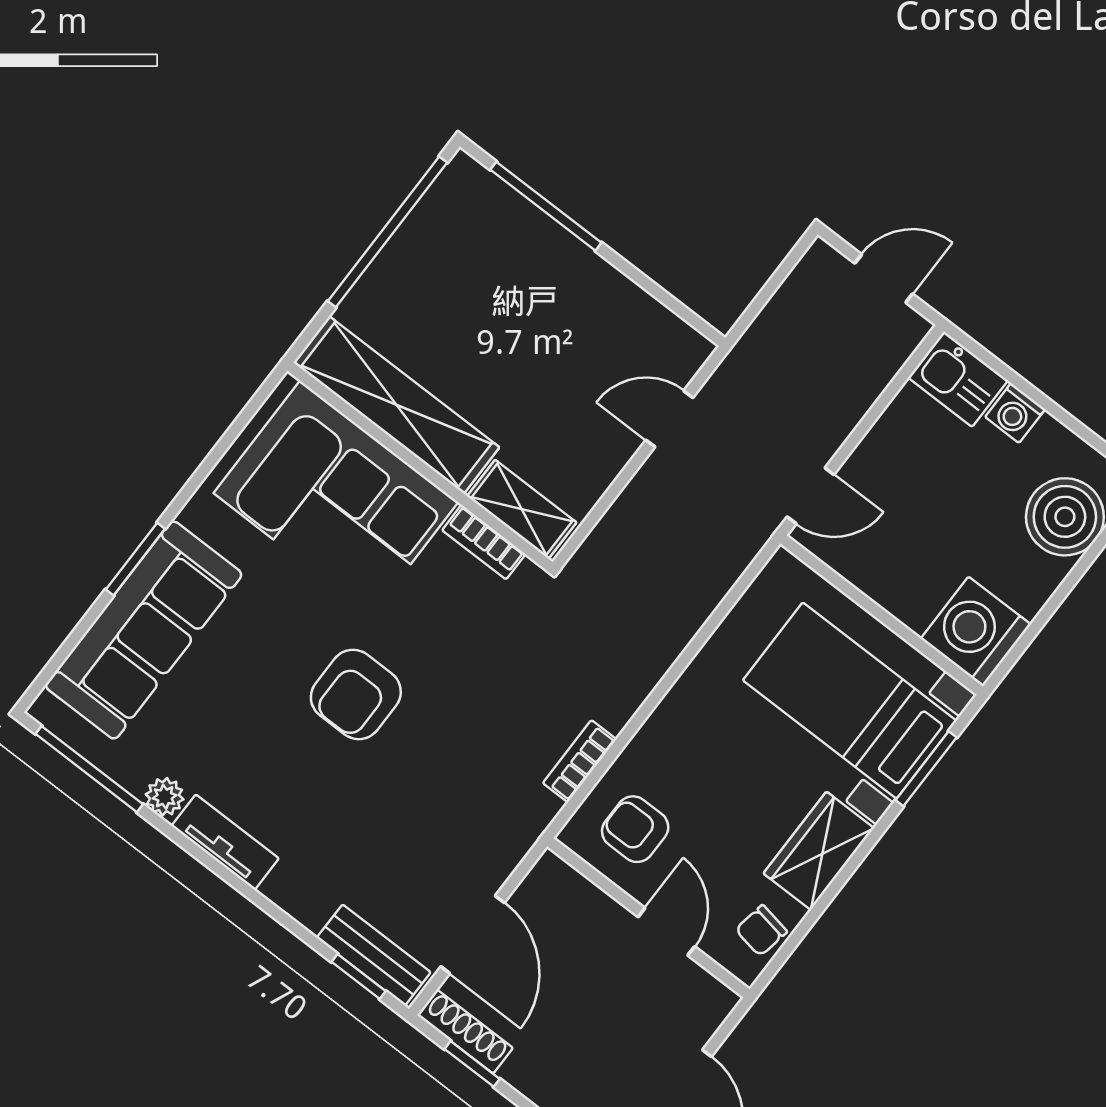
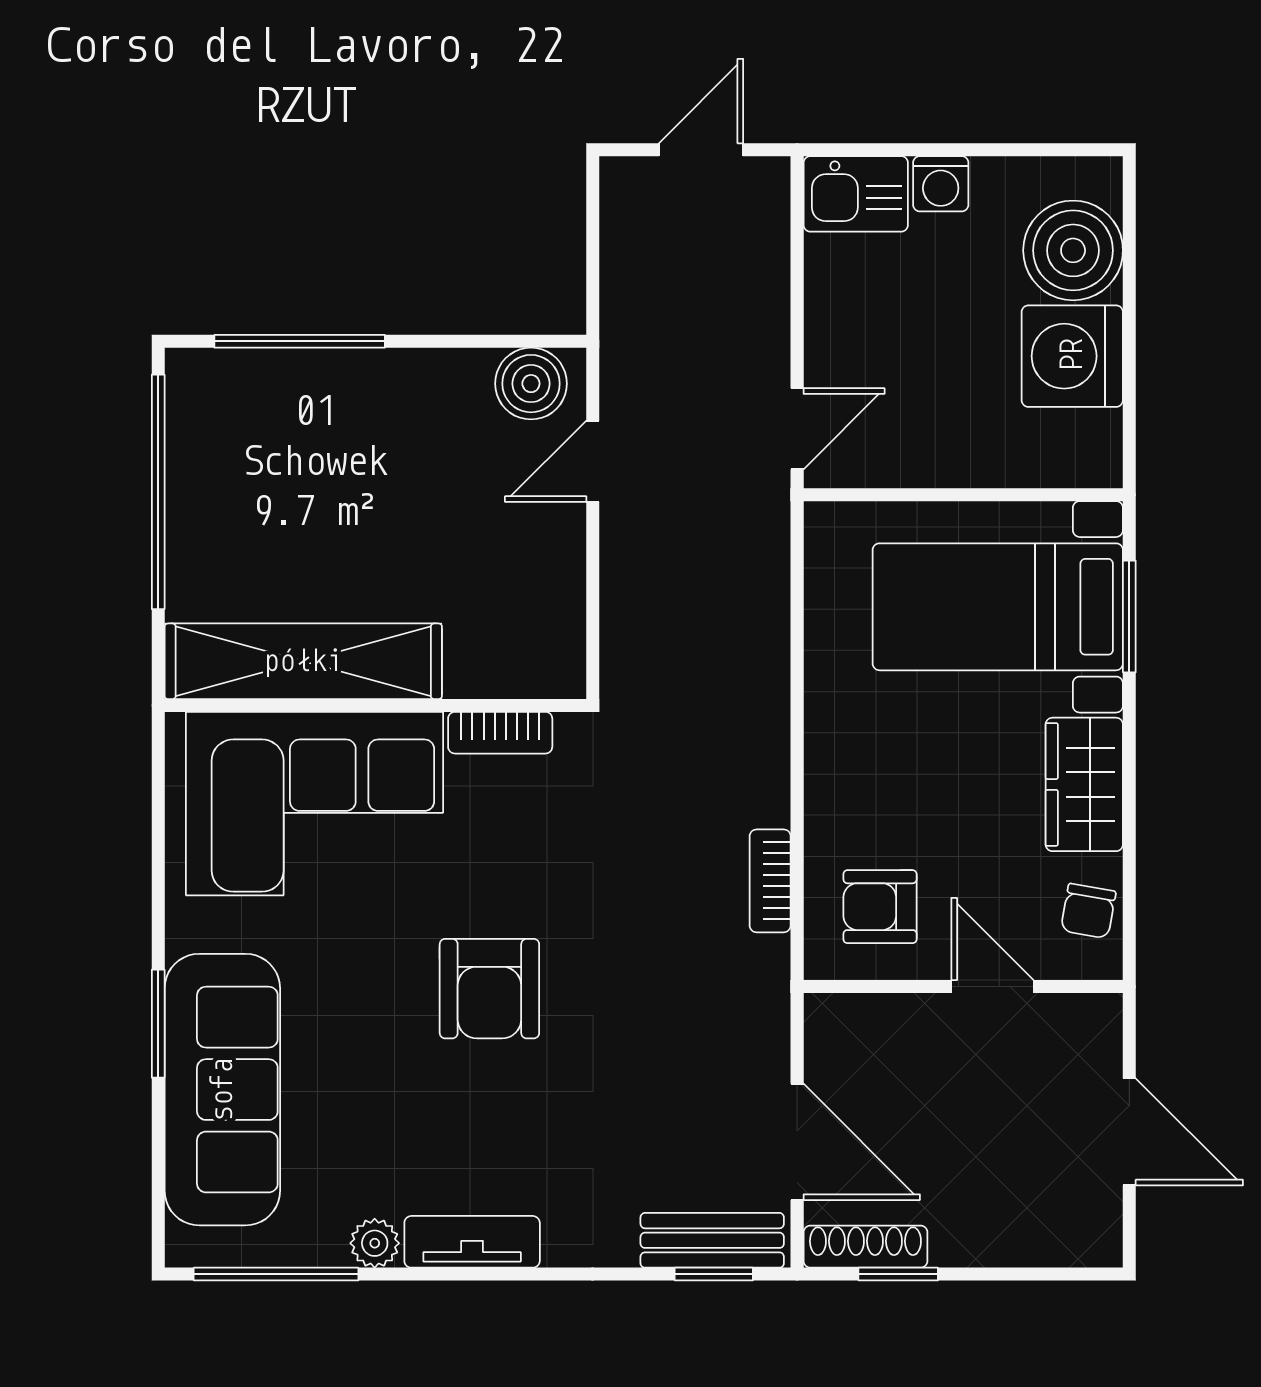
boiler: (668, 342) -> (531, 384), added
shelving: (522, 509) -> (513, 669), removed
washing machine: (976, 632) -> (1072, 356), moved

